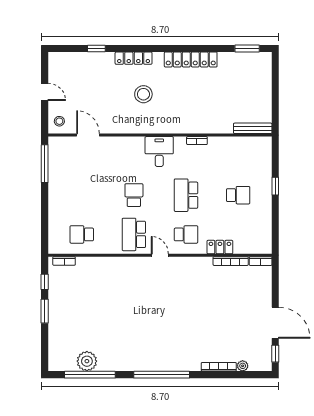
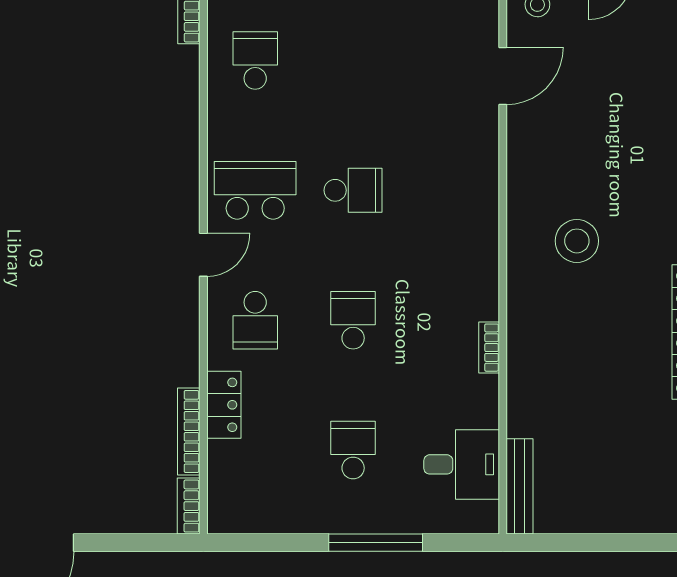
stool: (143, 94) -> (577, 241), moved
desk: (159, 152) -> (462, 464), moved
window: (275, 186) -> (376, 543), width x2.17
school desk: (186, 195) -> (353, 320), width x0.54
school desk: (238, 195) -> (353, 450), turned 180

